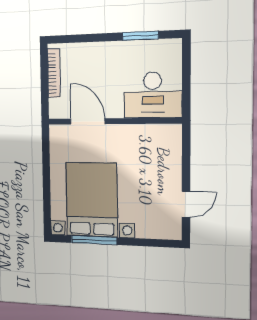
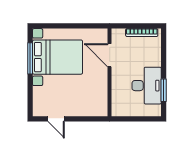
desk: (153, 95) -> (147, 86), moved, turned 180
door: (88, 121) -> (110, 55), swing flipped

